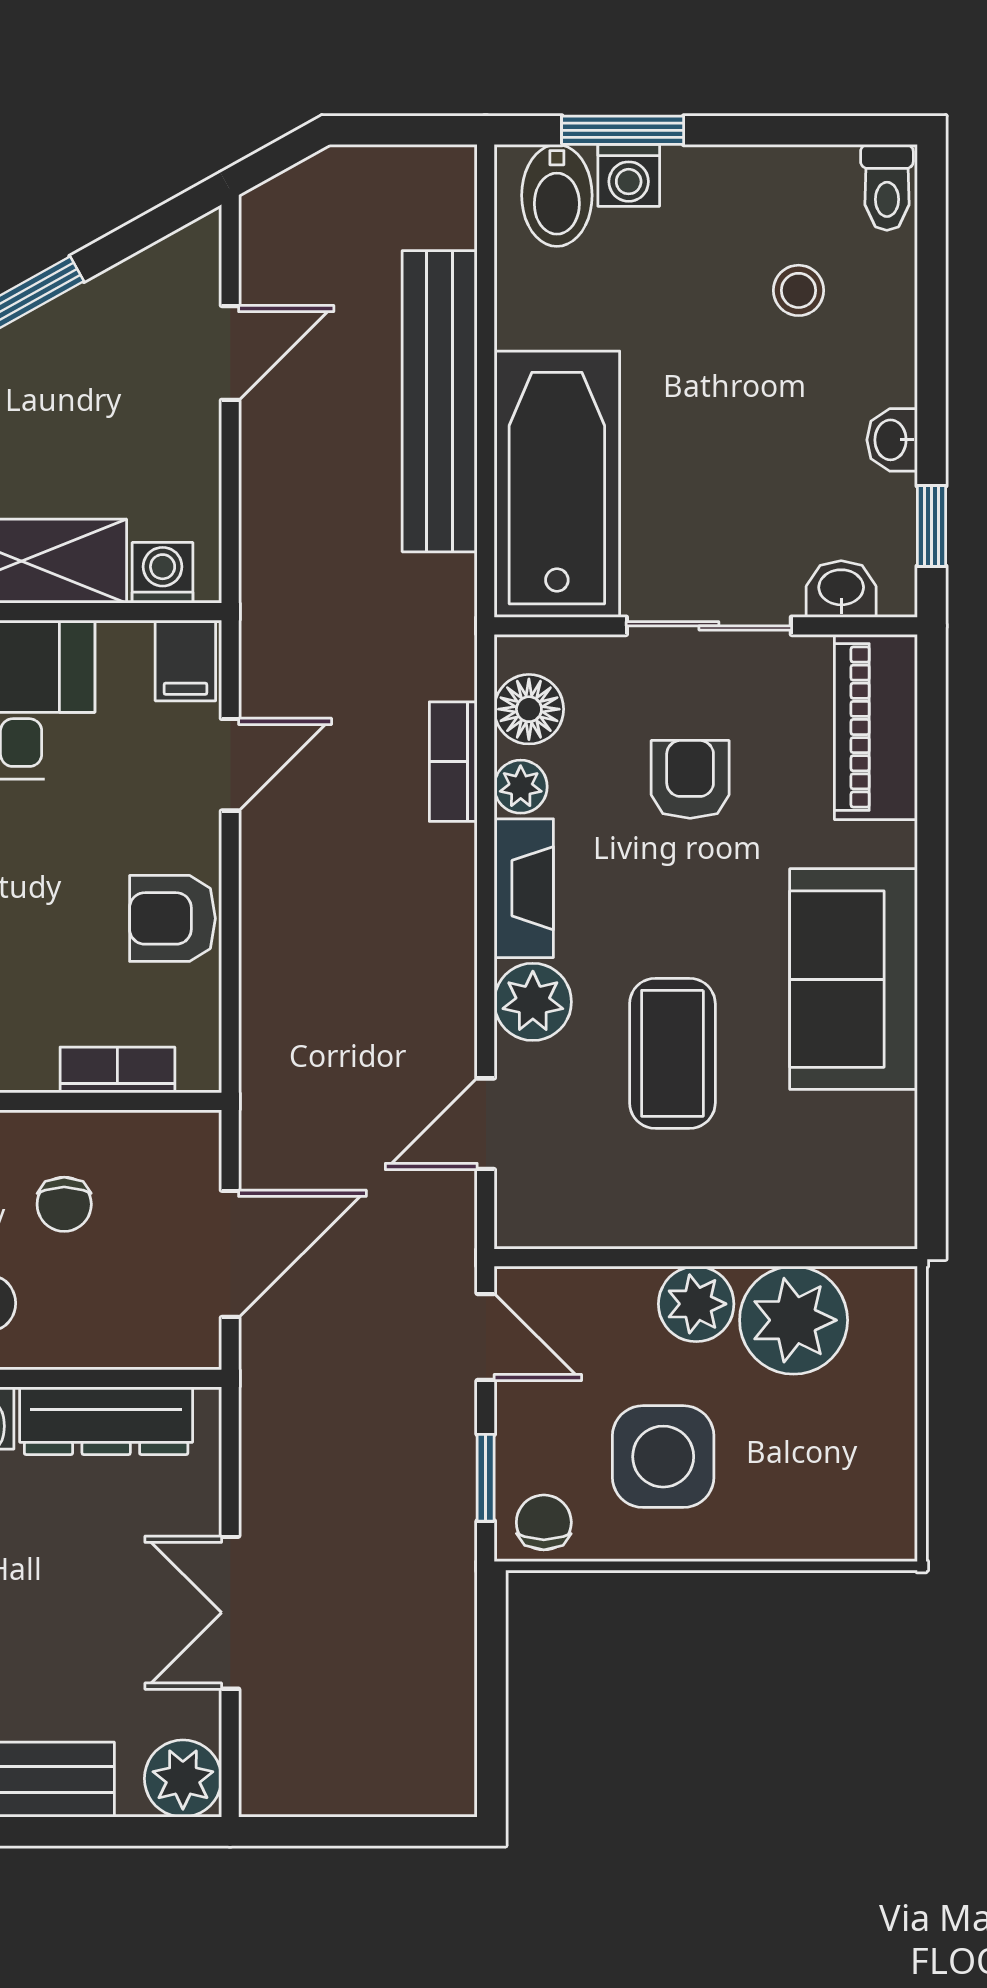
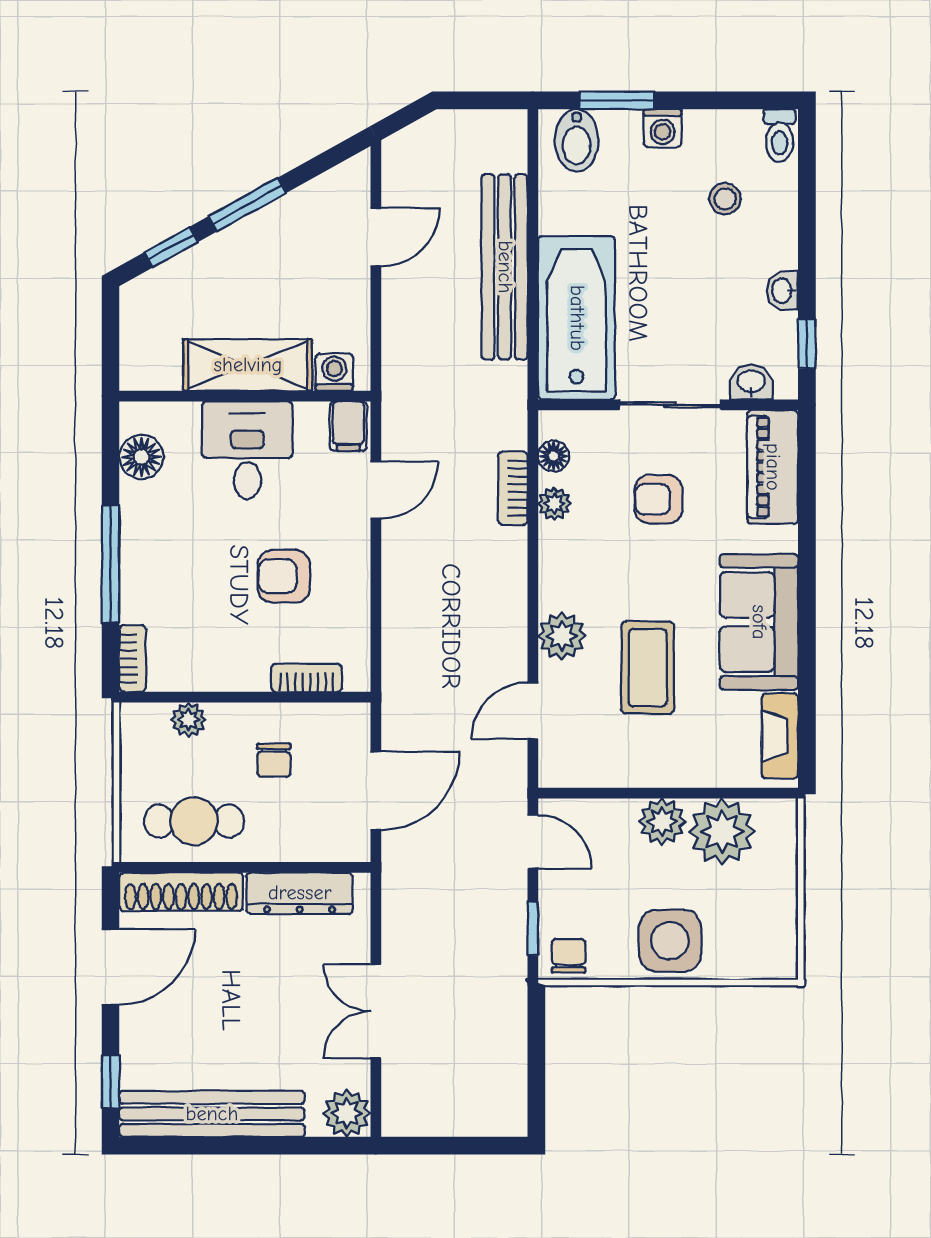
washing machine: (629, 175) -> (663, 128), moved
floor lamp: (529, 709) -> (554, 456), width x0.73, depth x0.73
armchair: (690, 779) -> (658, 499), turned -90
fireplace: (524, 888) -> (780, 736), moved, turned 180
armchair: (173, 918) -> (284, 576), moved
side table: (663, 1457) -> (670, 941), moved

